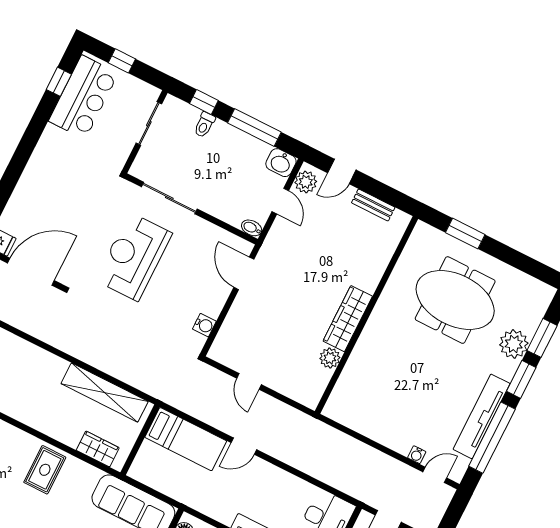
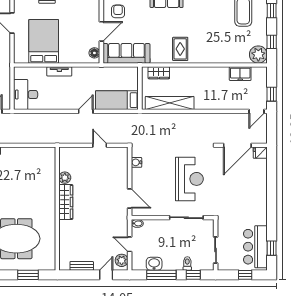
washbasin: (281, 163) -> (154, 264), moved

